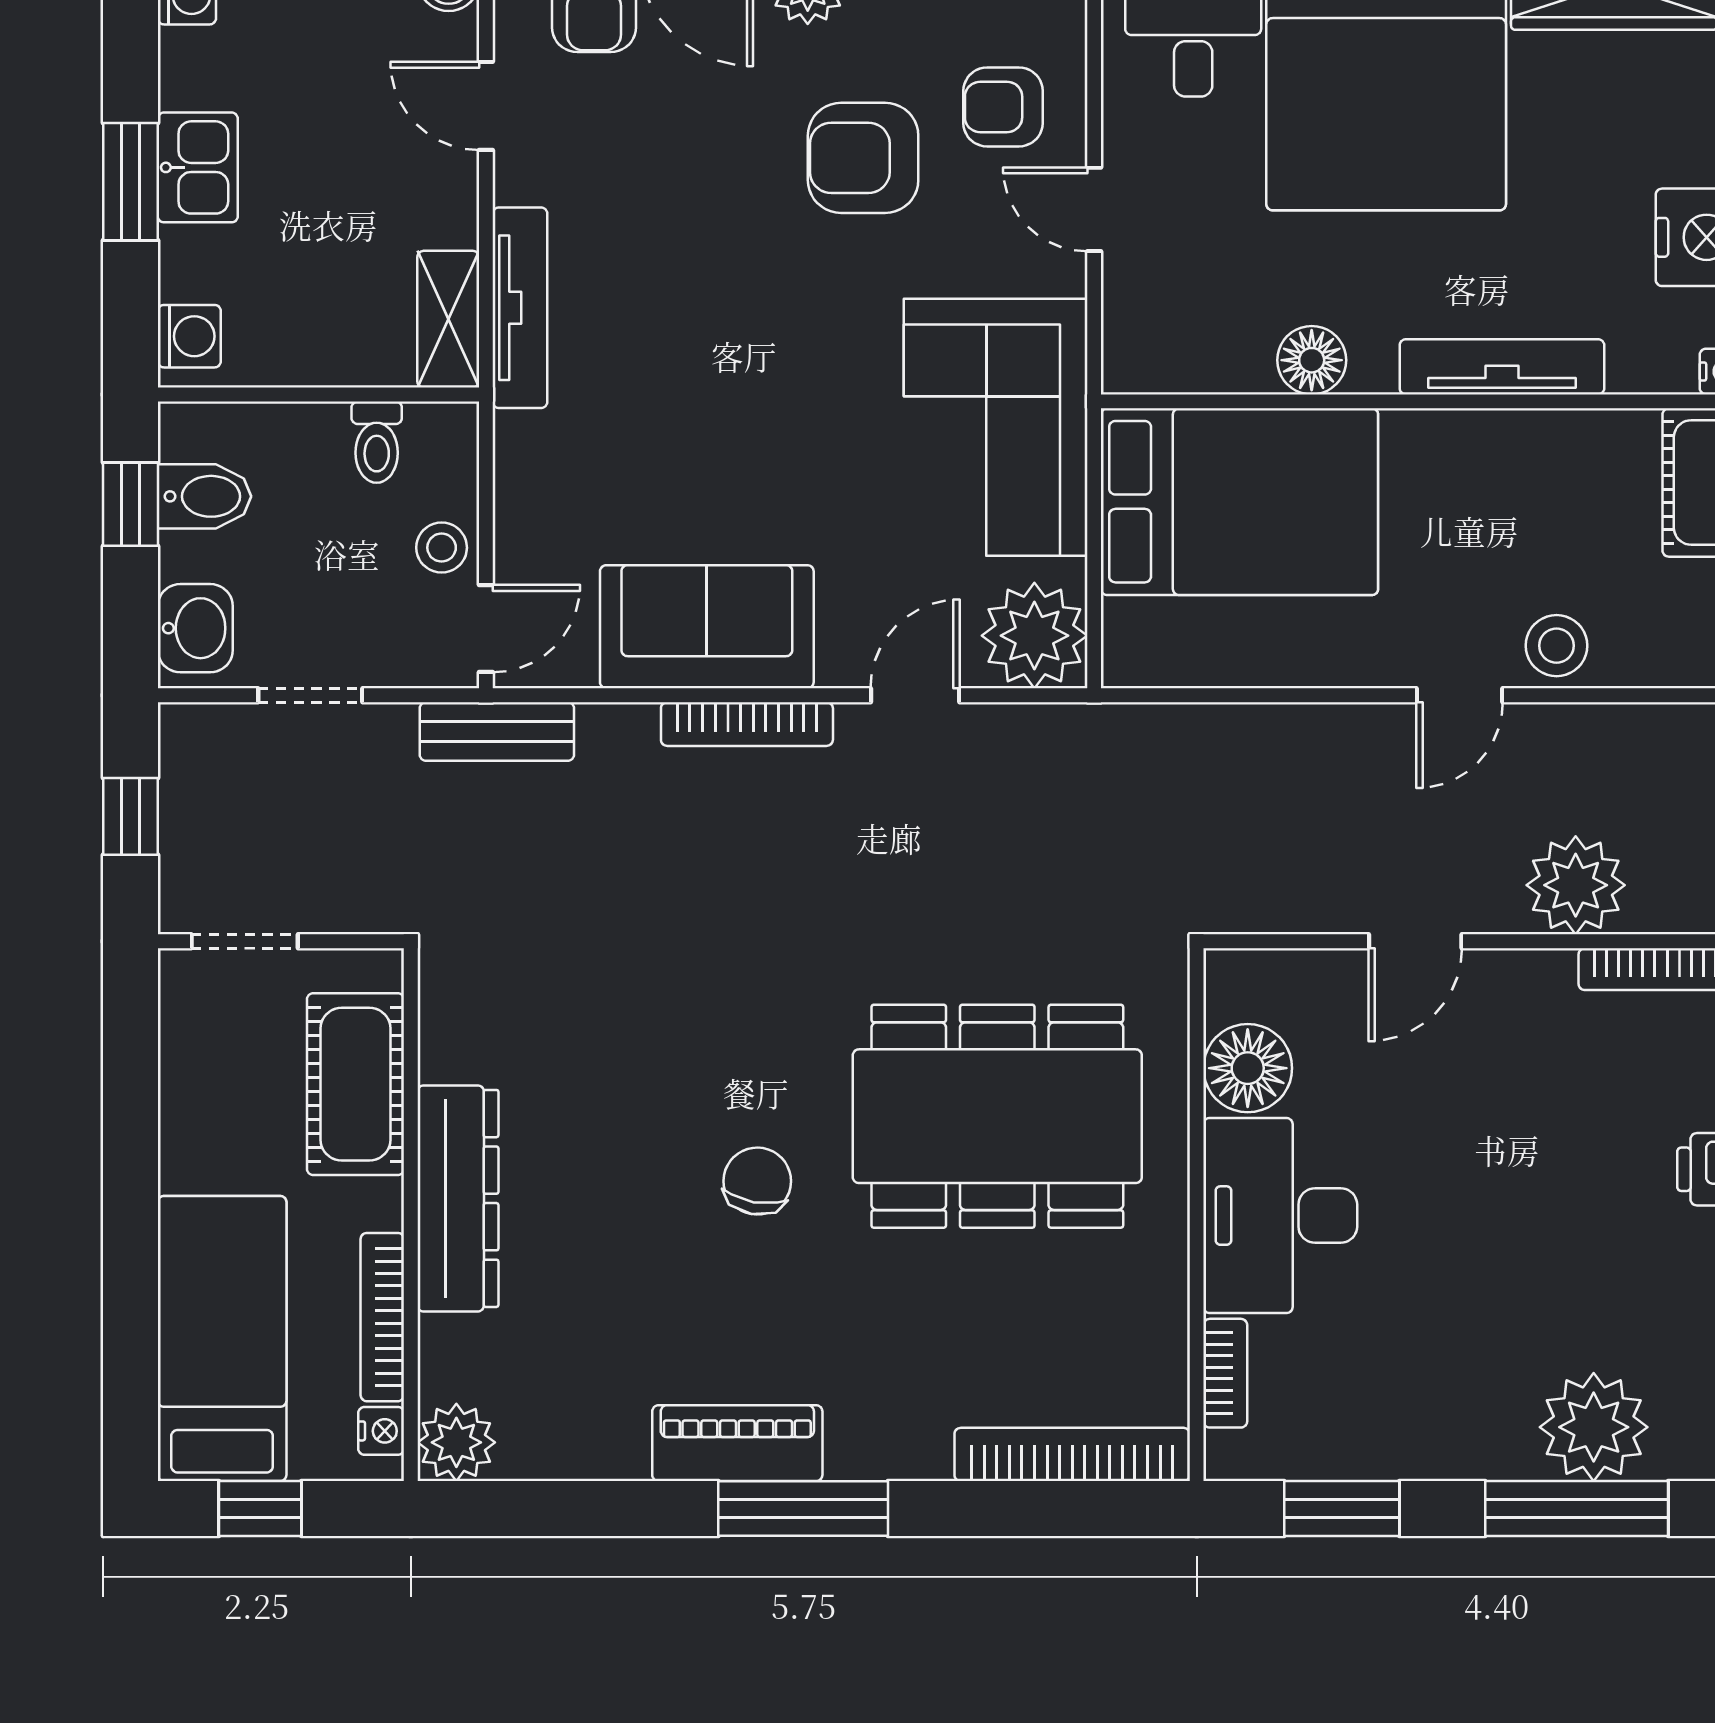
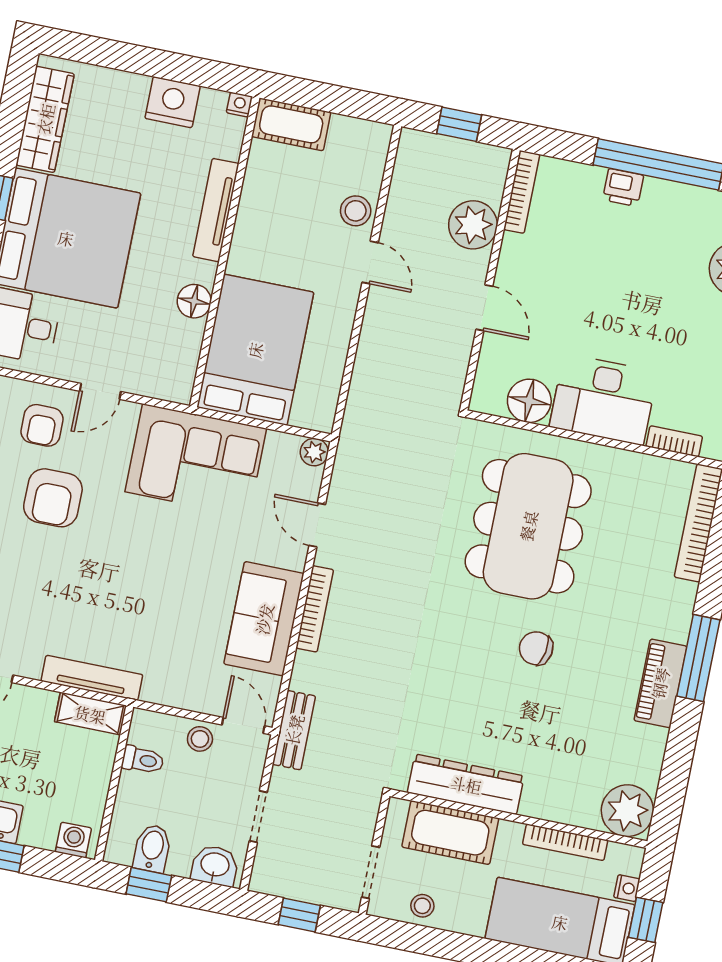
plant: (1034, 636) -> (314, 452), width x0.53, depth x0.53
stool: (198, 1058) -> (422, 906), added
dresser: (458, 1198) -> (466, 784), moved
nightstand: (381, 1431) -> (627, 888), moved, turned 90
plant: (456, 1442) -> (627, 811), width x1.36, depth x1.36

